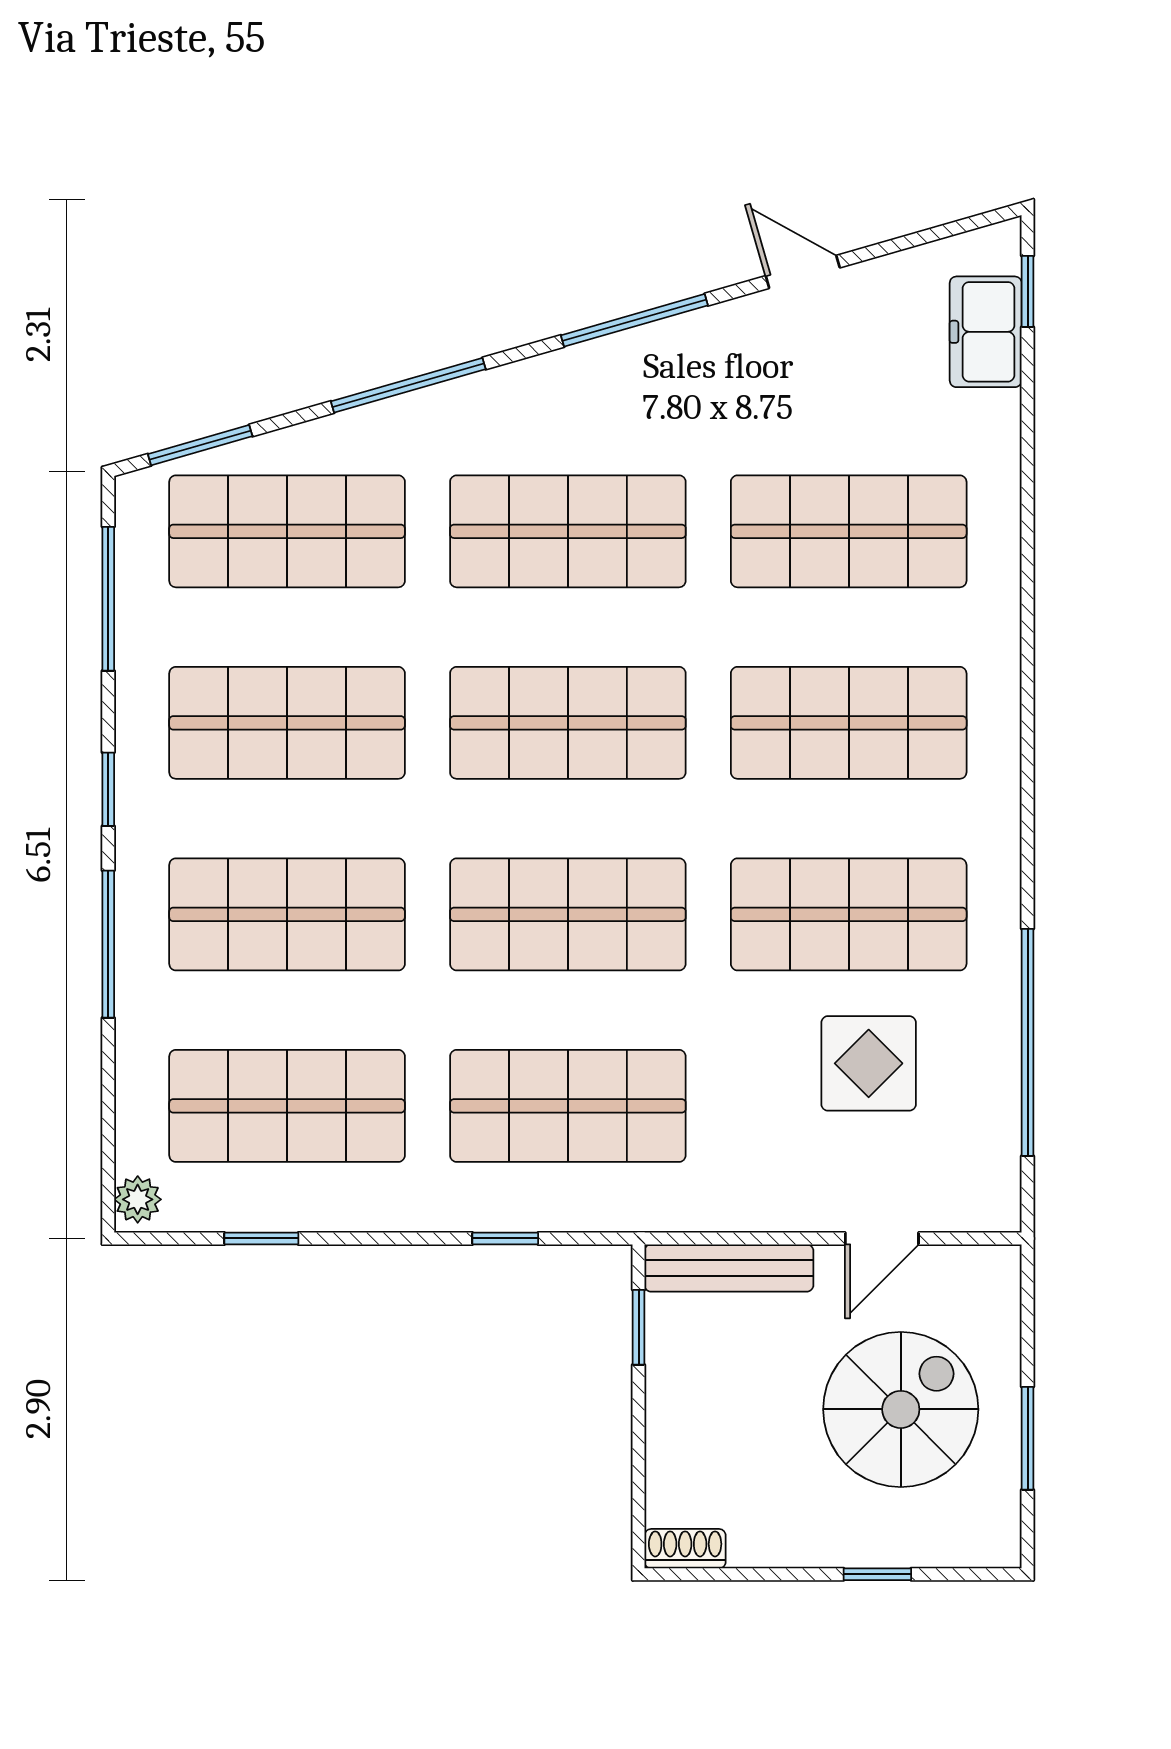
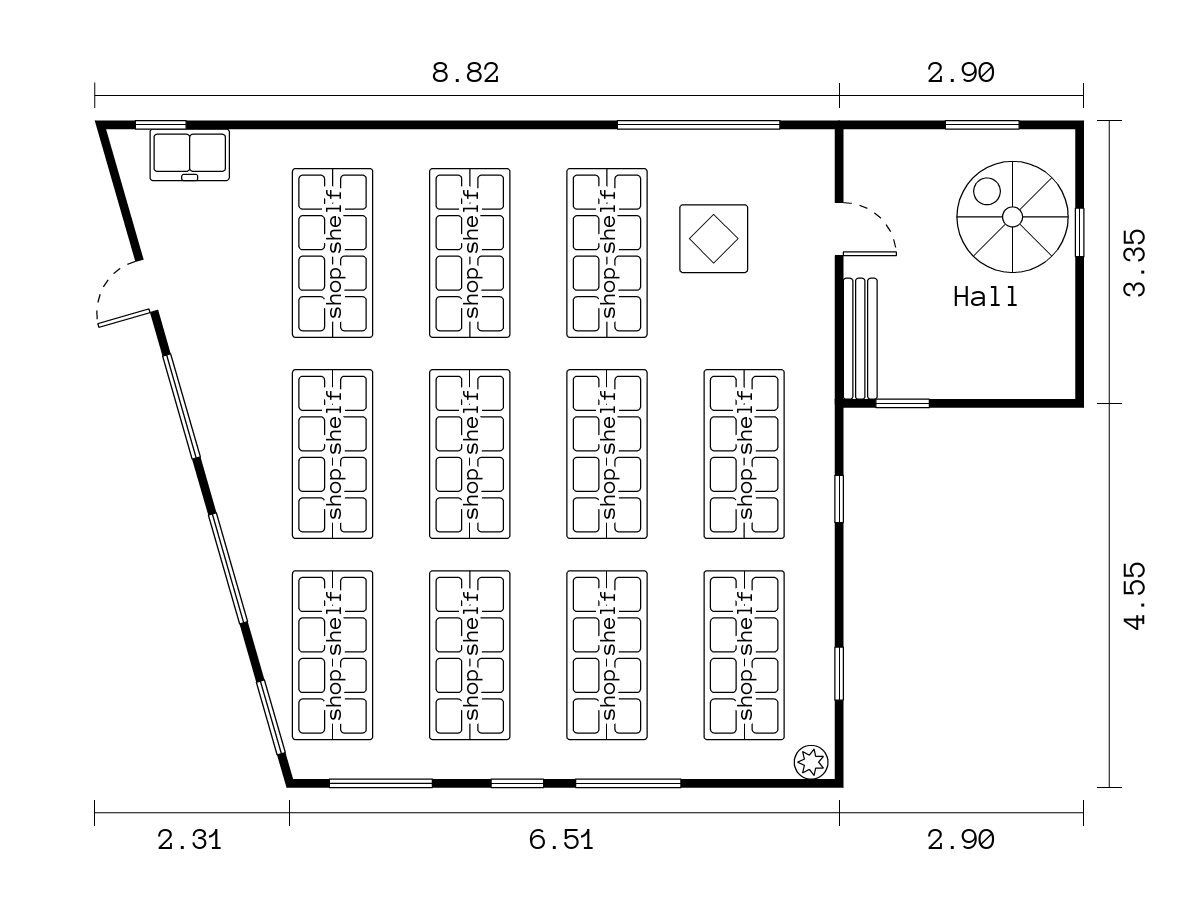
spiral stairs: (901, 1409) -> (1013, 217), moved
shoe rack: (685, 1549) -> (1061, 370), removed

